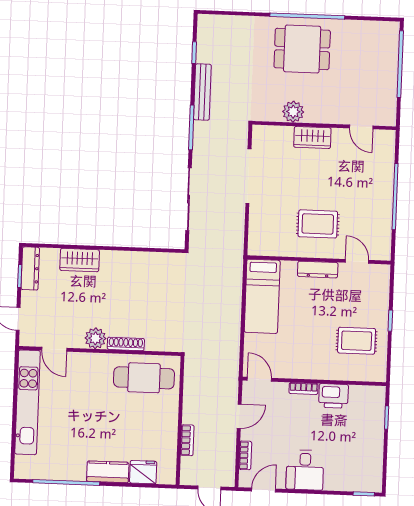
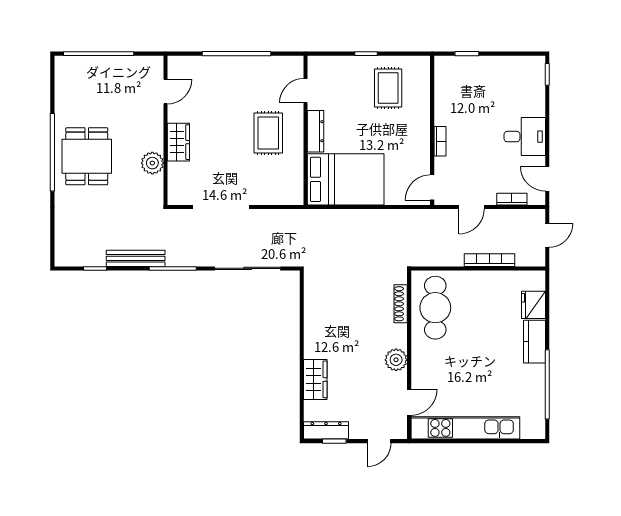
bed: (262, 296) -> (346, 179), width x1.50
shoe rack: (126, 344) -> (401, 304), moved
printer: (333, 396) -> (447, 110), removed
door: (239, 416) -> (471, 207), swing flipped
bookcase: (187, 440) -> (489, 260), width x1.56

